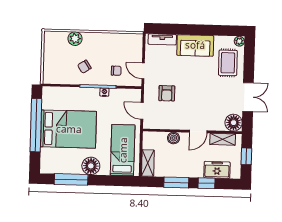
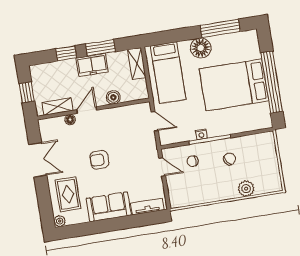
armchair: (167, 93) -> (99, 160), moved, turned -90
double door: (248, 97) -> (38, 160), swing flipped
floor lamp: (234, 123) -> (70, 120), moved, width x0.53, depth x0.53
freezer: (217, 170) -> (92, 65), moved

